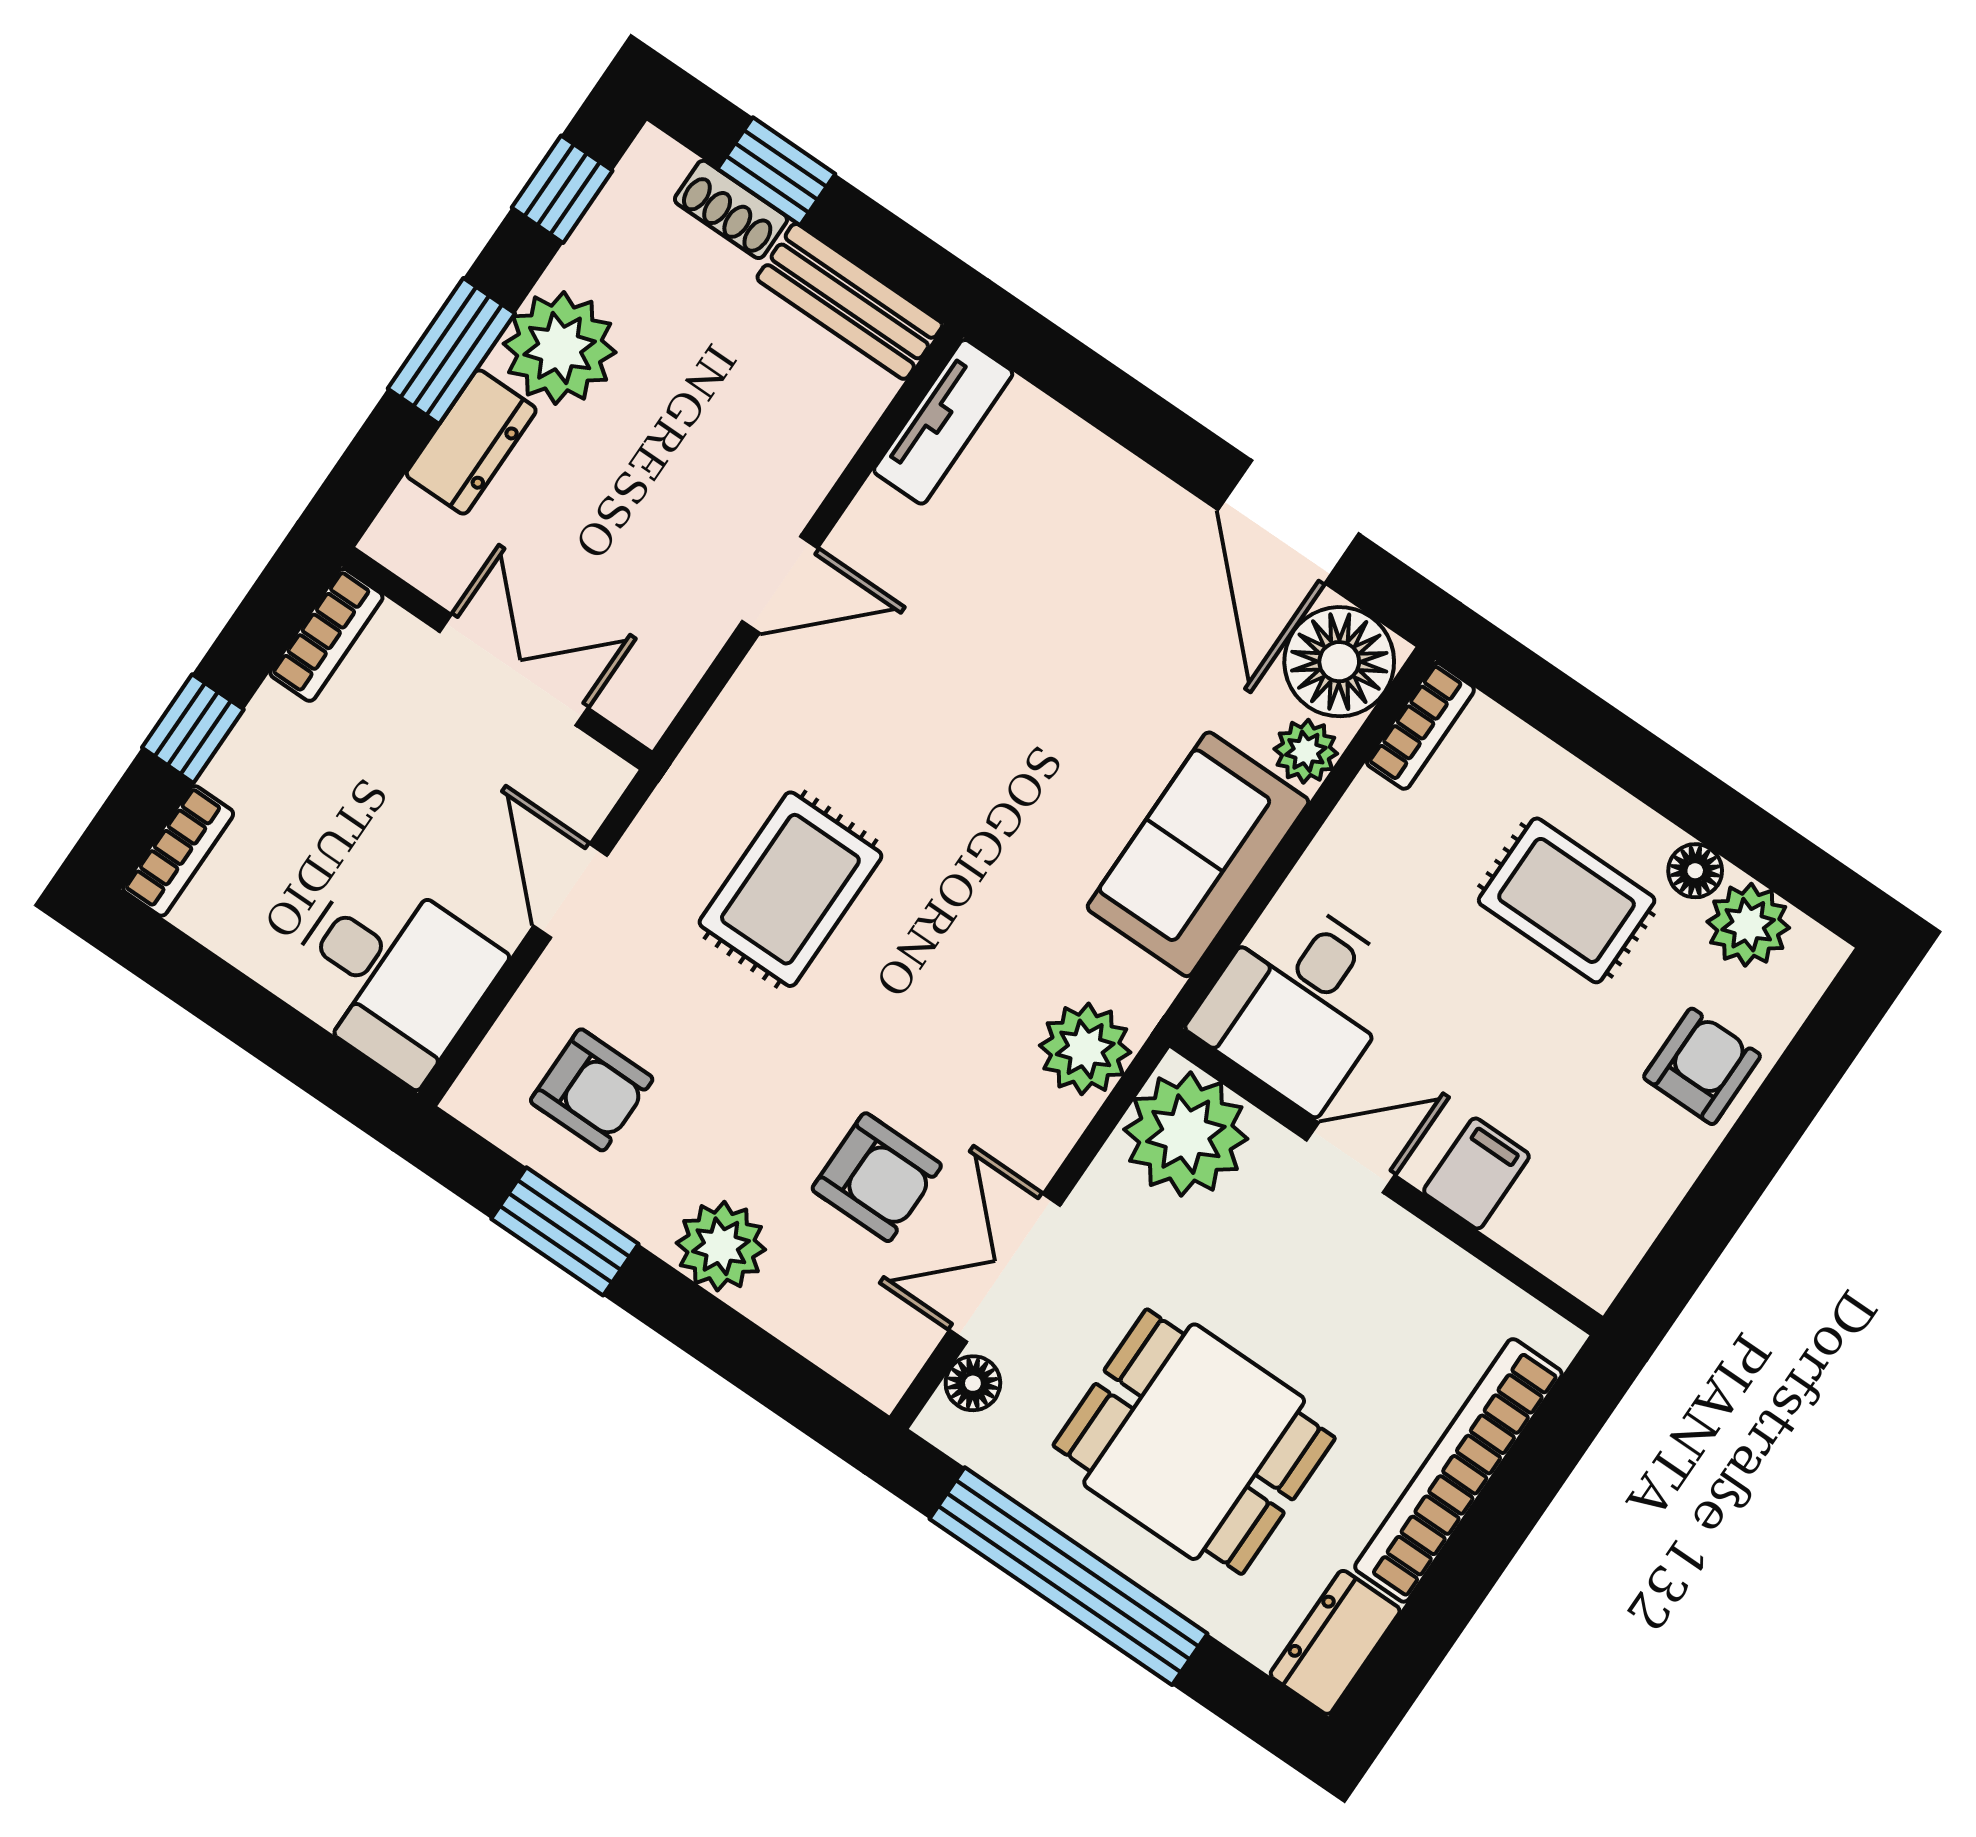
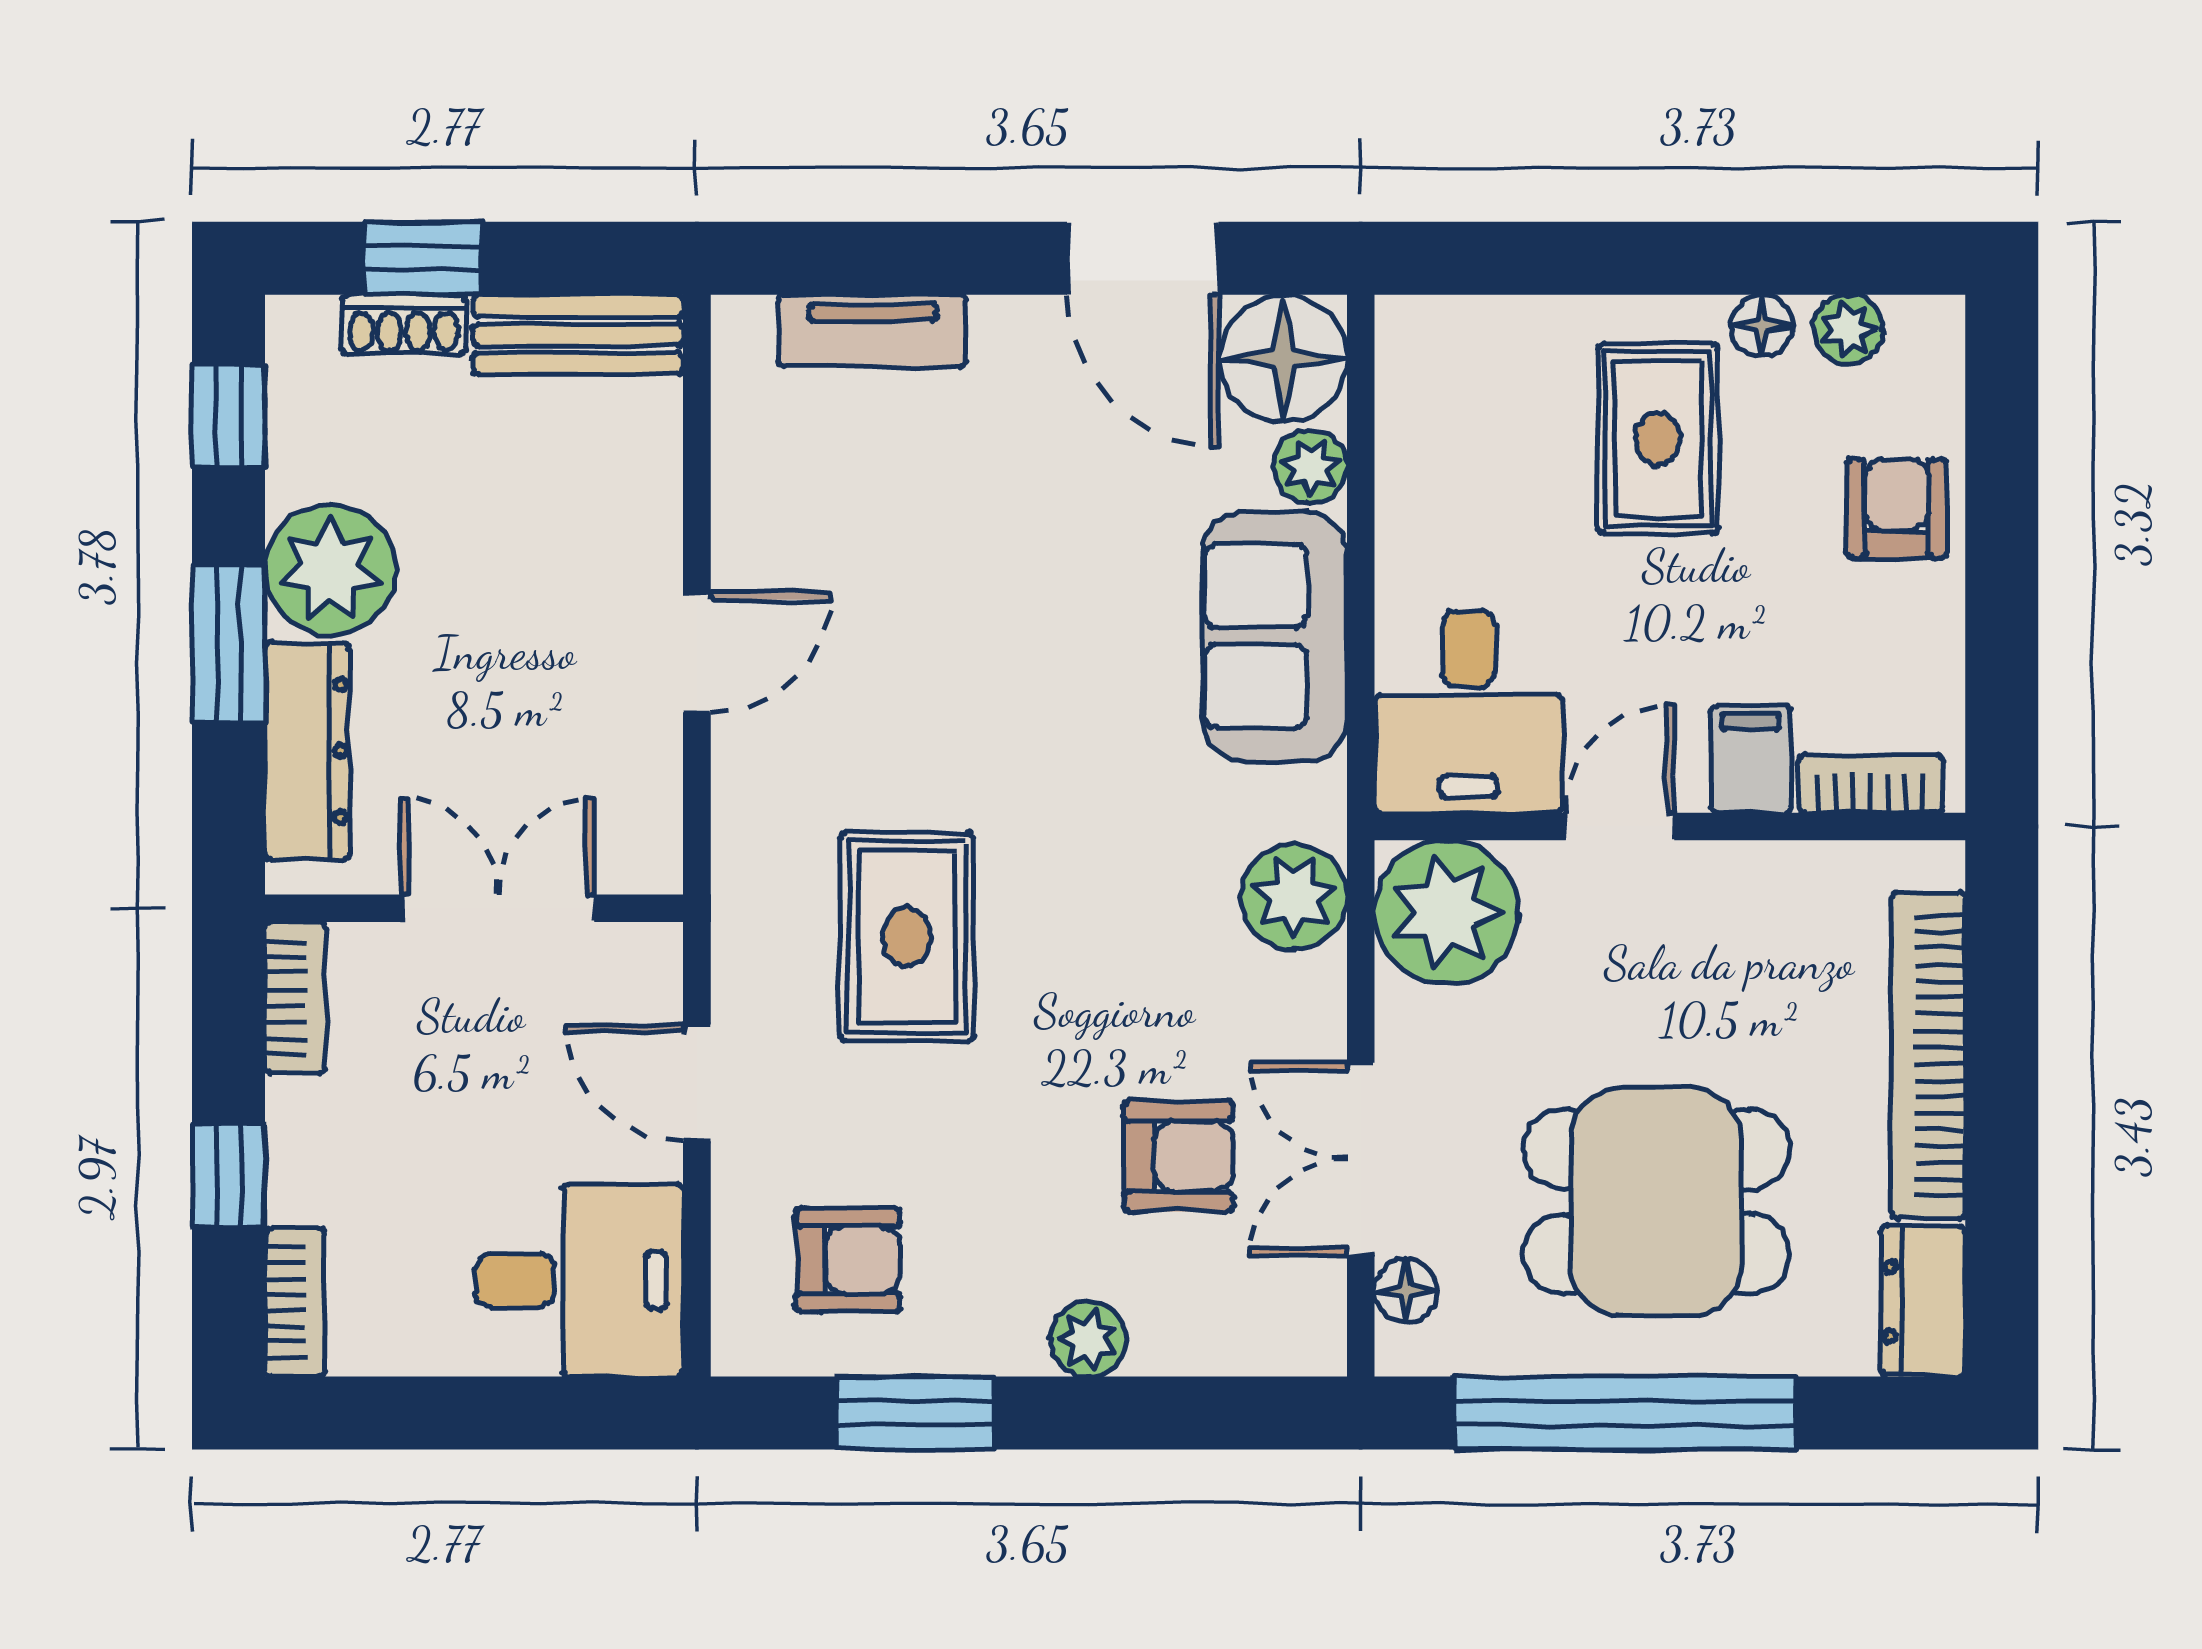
tv unit: (943, 422) -> (873, 331), moved, turned 90
dresser: (471, 442) -> (307, 751), width x1.44
bookcase: (1420, 726) -> (1871, 784), moved, turned -90
rug: (1567, 900) -> (1658, 438), turned 90
plant: (1748, 925) -> (1848, 329), width x0.73, depth x0.73
plant: (721, 1246) -> (1089, 1339), width x0.73, depth x0.73

